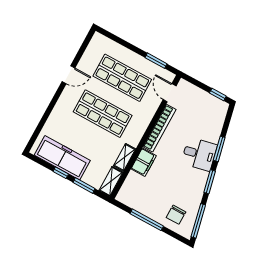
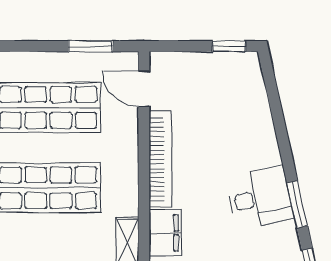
window: (219, 149) -> (283, 139), removed
desk: (199, 154) -> (260, 198), moved

